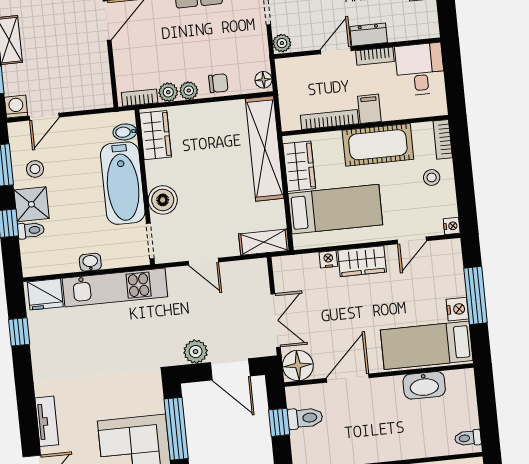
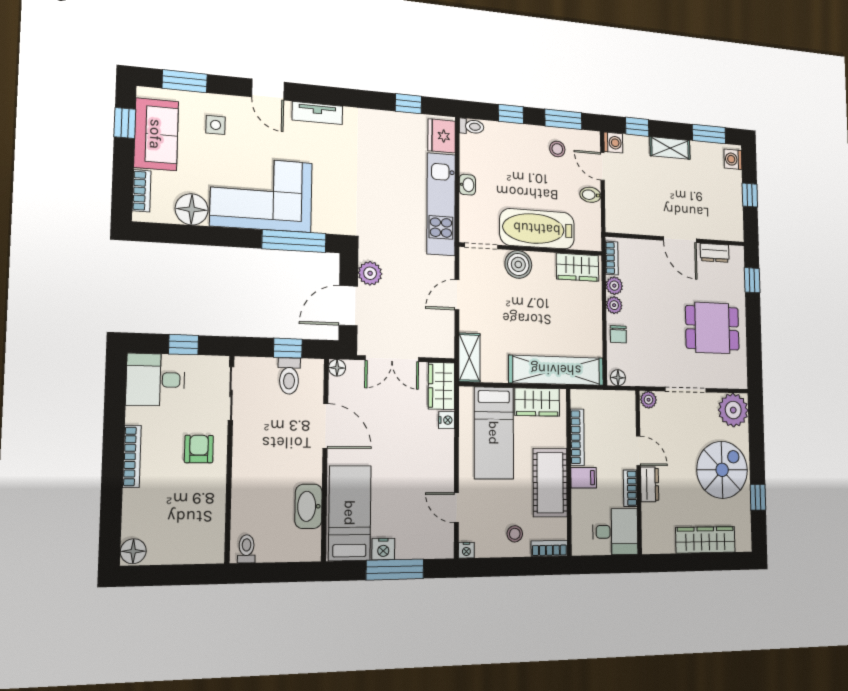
bidet: (125, 132) -> (590, 195), moved, turned -90
shower: (31, 204) -> (526, 139), removed
toilet: (31, 230) -> (471, 126), moved, turned -90
wardrobe: (362, 261) -> (441, 386), moved
floor lamp: (298, 365) -> (337, 368), width x0.53, depth x0.53

